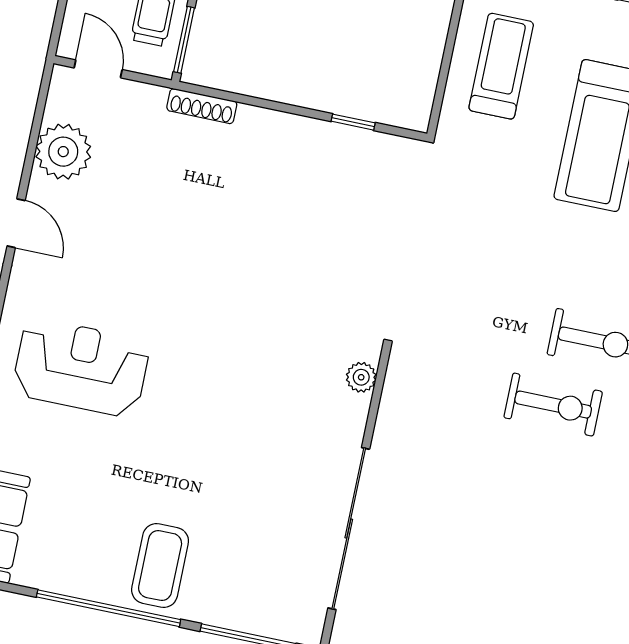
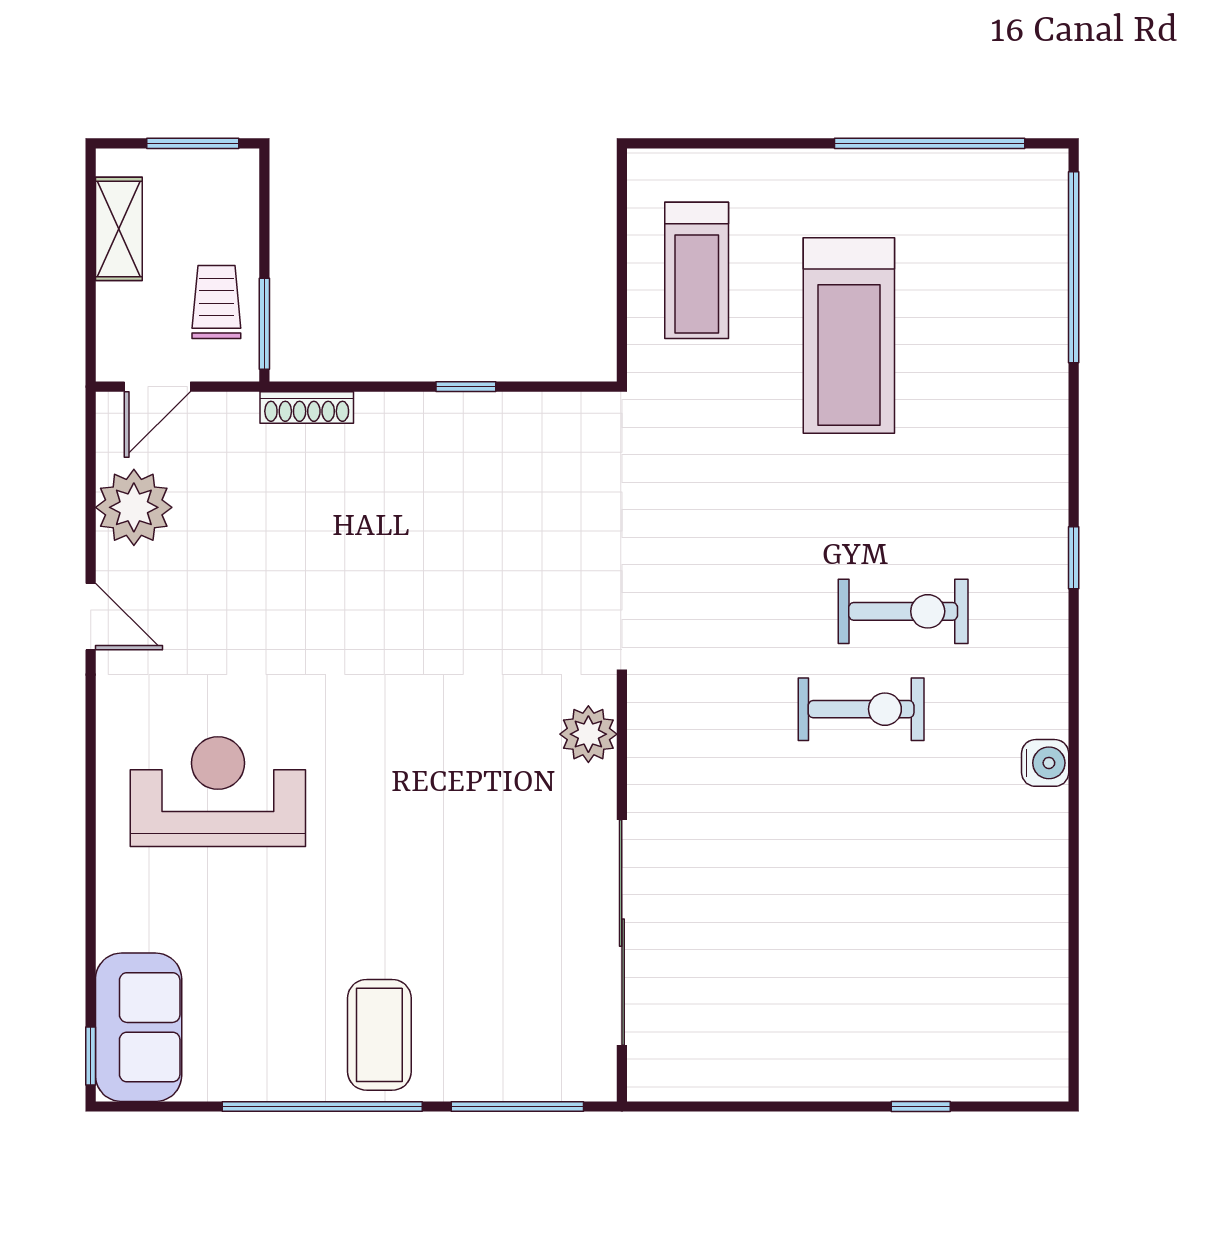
treadmill: (501, 66) -> (697, 270), turned 180
door: (98, 69) -> (157, 387), swing flipped
window: (353, 122) -> (466, 387), moved
plant: (361, 377) -> (588, 734), width x1.38, depth x1.38

